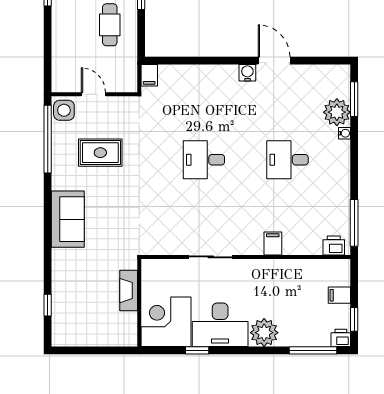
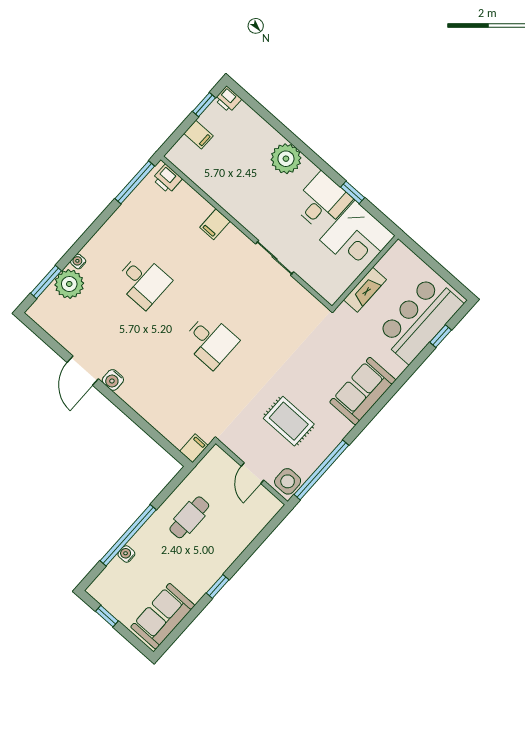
bar counter: (73, 304) -> (420, 319), added
desk: (220, 325) -> (322, 202), width x0.73
window: (313, 350) -> (259, 109), removed

